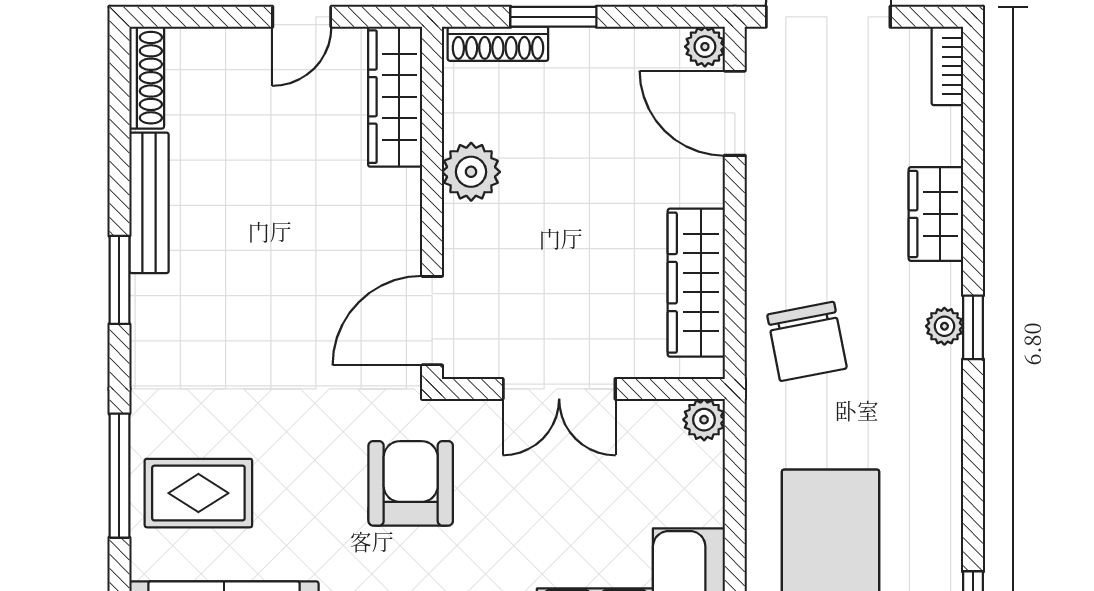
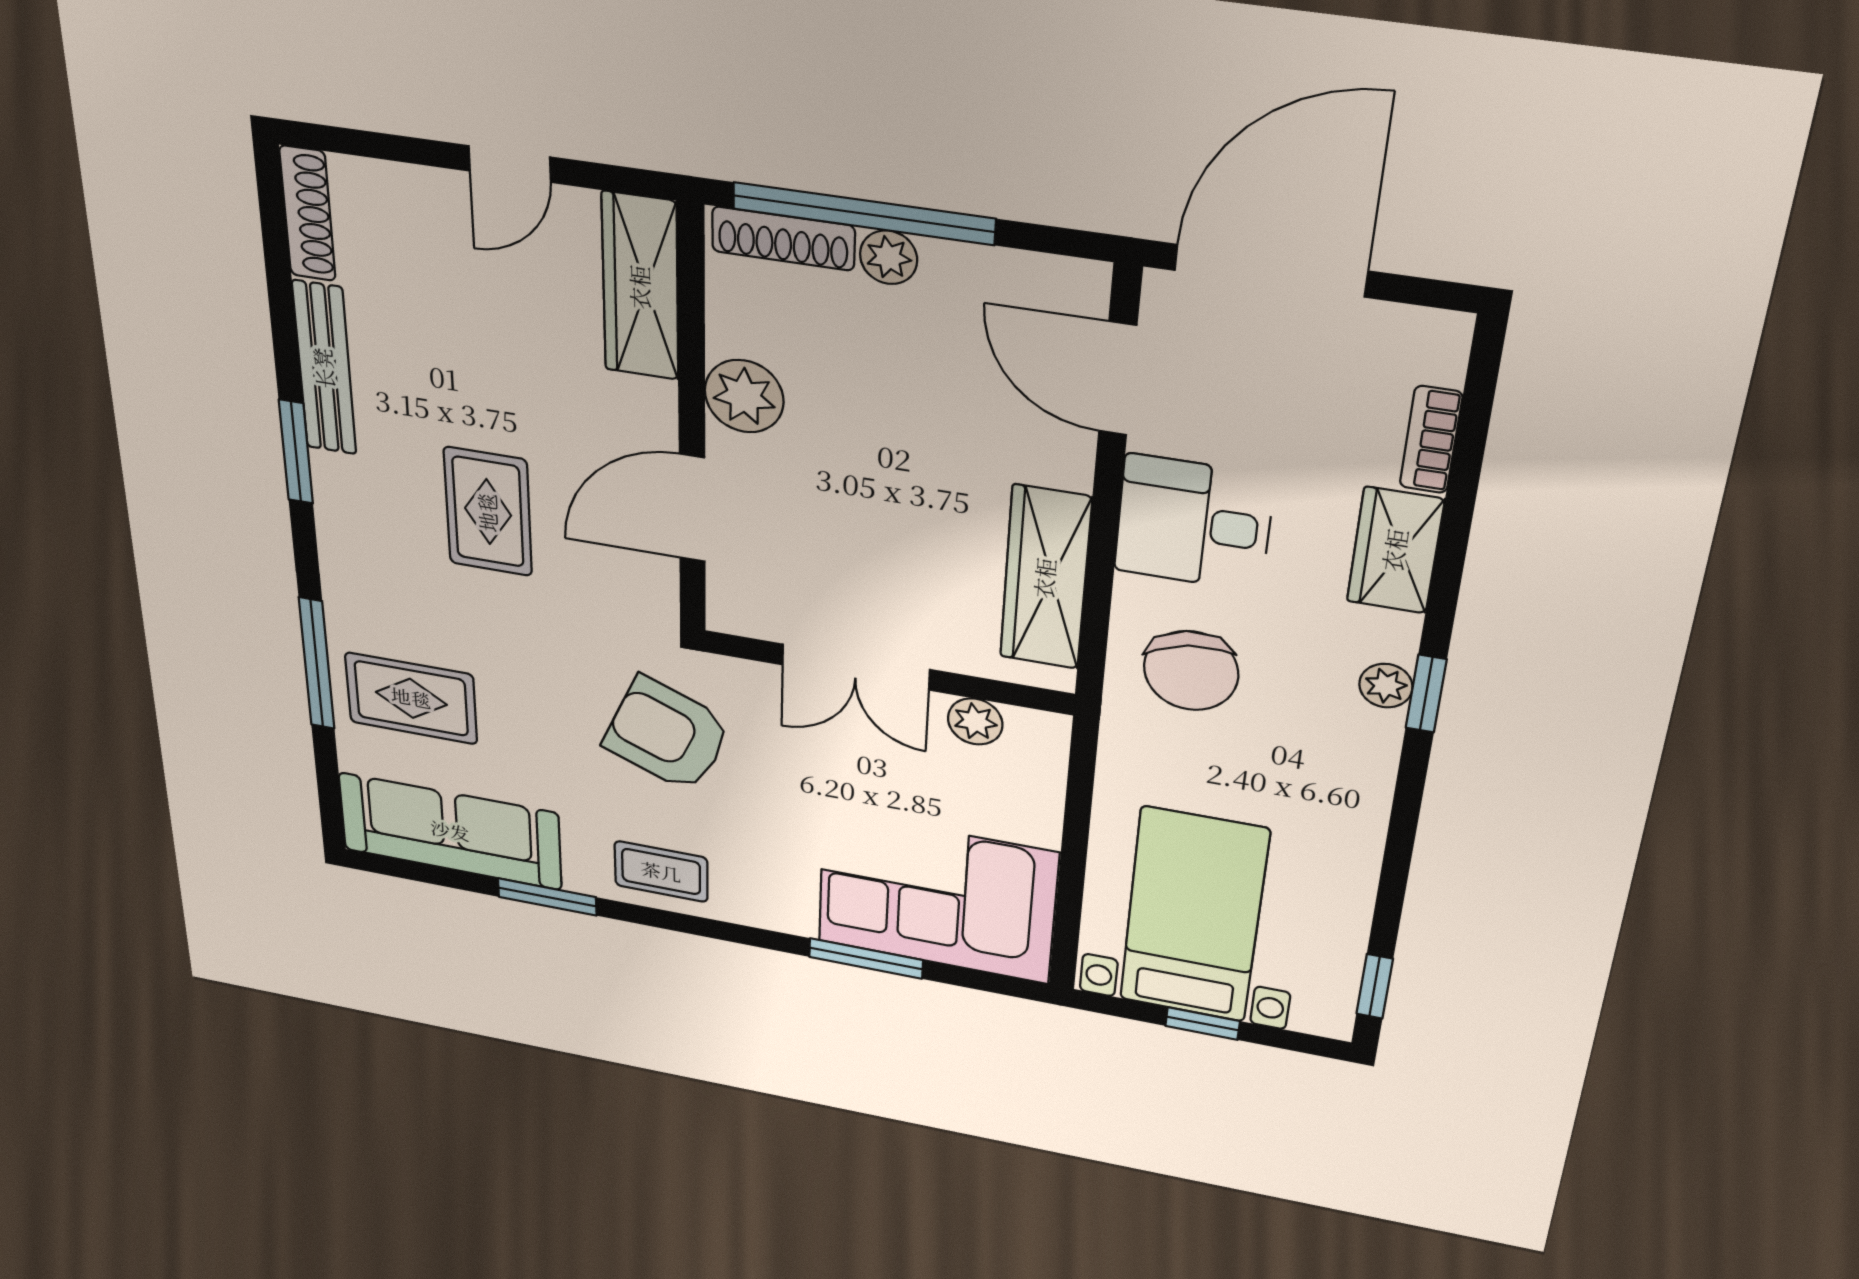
window: (553, 17) -> (863, 214), width x2.11
plant: (705, 47) -> (889, 257), moved
bookcase: (947, 66) -> (1431, 440), moved
desk: (797, 218) -> (1194, 523), added
rug: (272, 305) -> (488, 512), added
door: (432, 321) -> (692, 508), moved
plant: (704, 420) -> (975, 722), moved
armchair: (411, 483) -> (667, 735), turned -67

